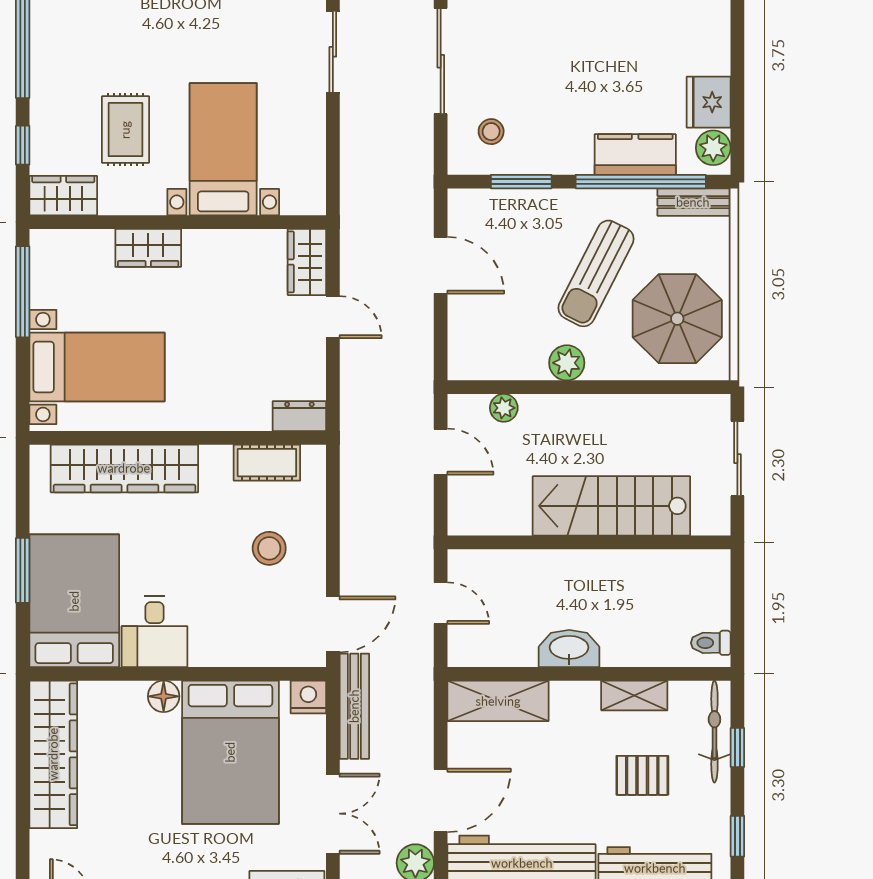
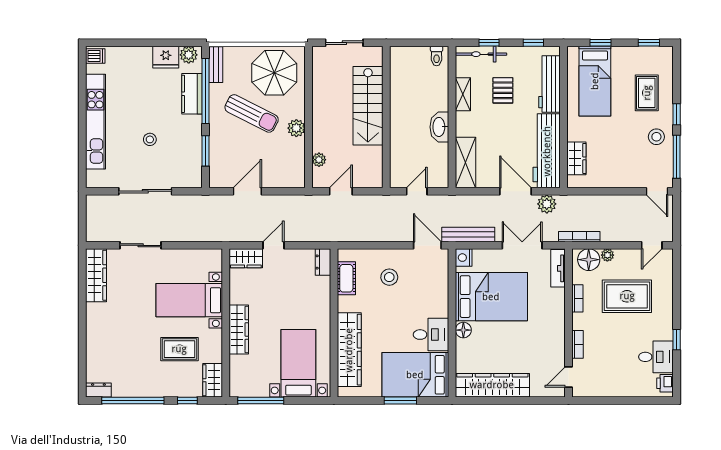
stool: (491, 132) -> (150, 139), moved
wardrobe: (148, 248) -> (239, 330), width x1.50

